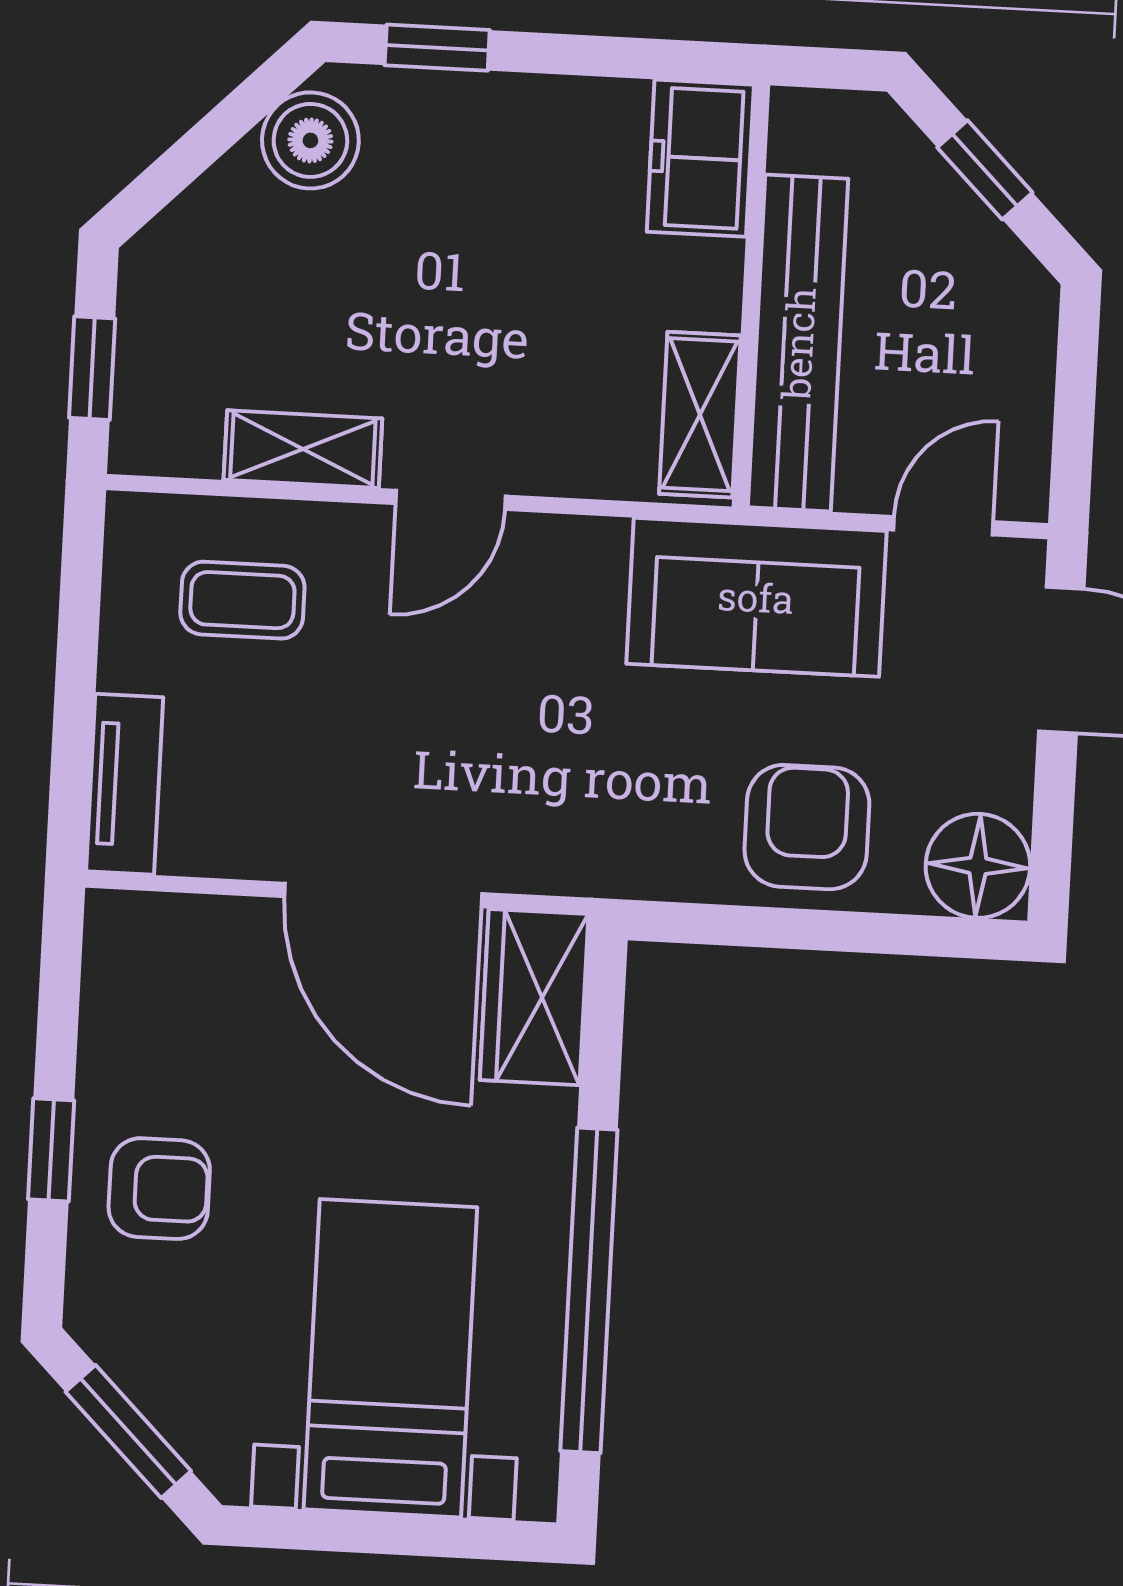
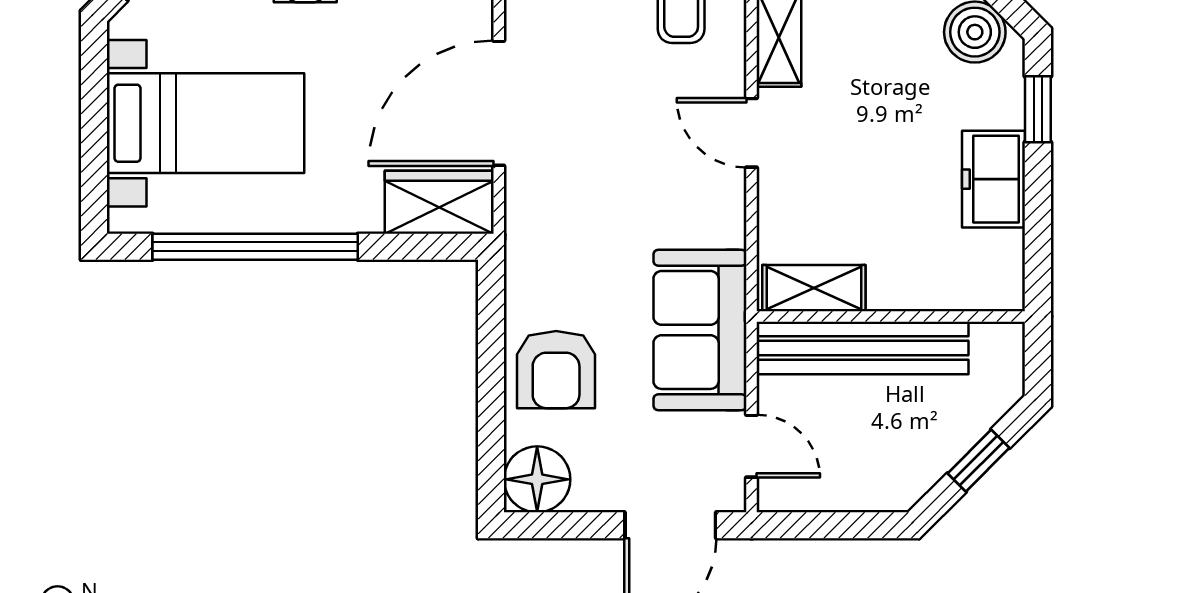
freezer: (700, 158) -> (993, 179), moved, turned -90
armchair: (807, 827) -> (556, 370), turned 90

